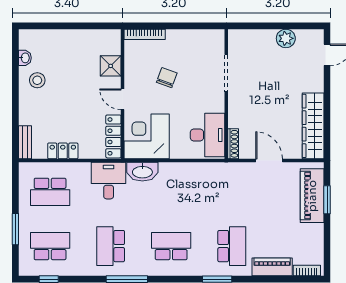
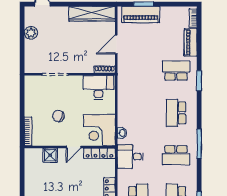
washbasin: (142, 172) -> (122, 133), width x0.52, depth x0.69

